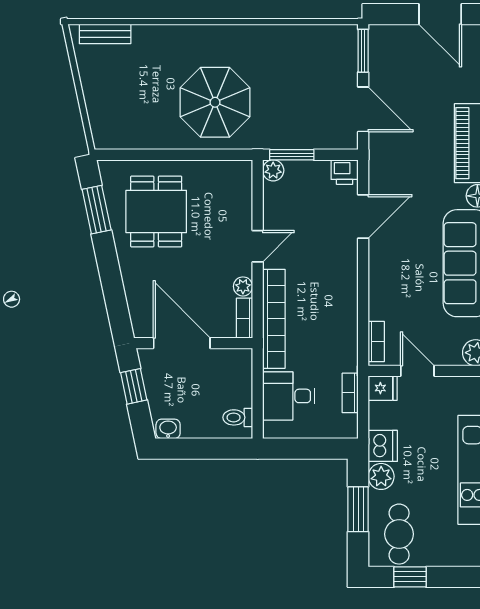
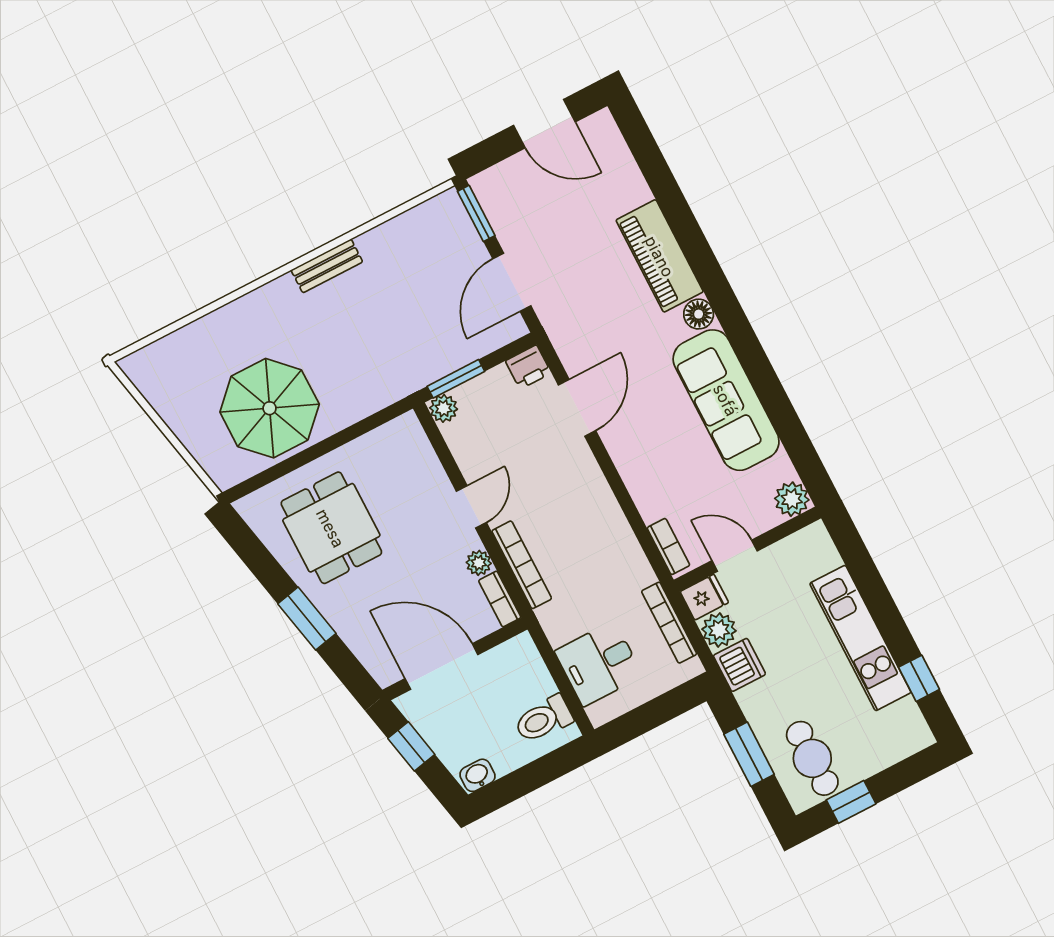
bench: (105, 34) -> (327, 266), moved
parasol: (215, 102) -> (270, 408), moved
door: (363, 109) -> (512, 282), swing flipped
window: (97, 210) -> (307, 619), moved
bookcase: (274, 319) -> (522, 565), width x0.68, depth x0.76
bookcase: (350, 393) -> (669, 623), width x1.56
toilet: (238, 417) -> (543, 719), width x1.37, depth x1.39
plant: (381, 476) -> (719, 630), moved

